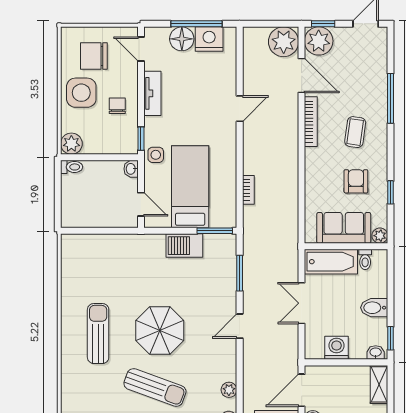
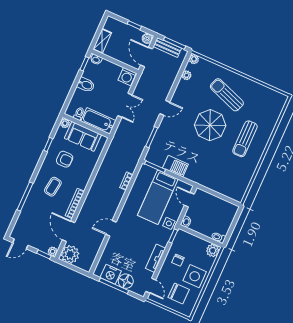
plant: (319, 41) -> (53, 251), width x0.53, depth x0.53
armchair: (356, 181) -> (65, 159), turned -90
washing machine: (336, 348) -> (127, 77), moved
door: (302, 390) -> (146, 57), swing flipped

